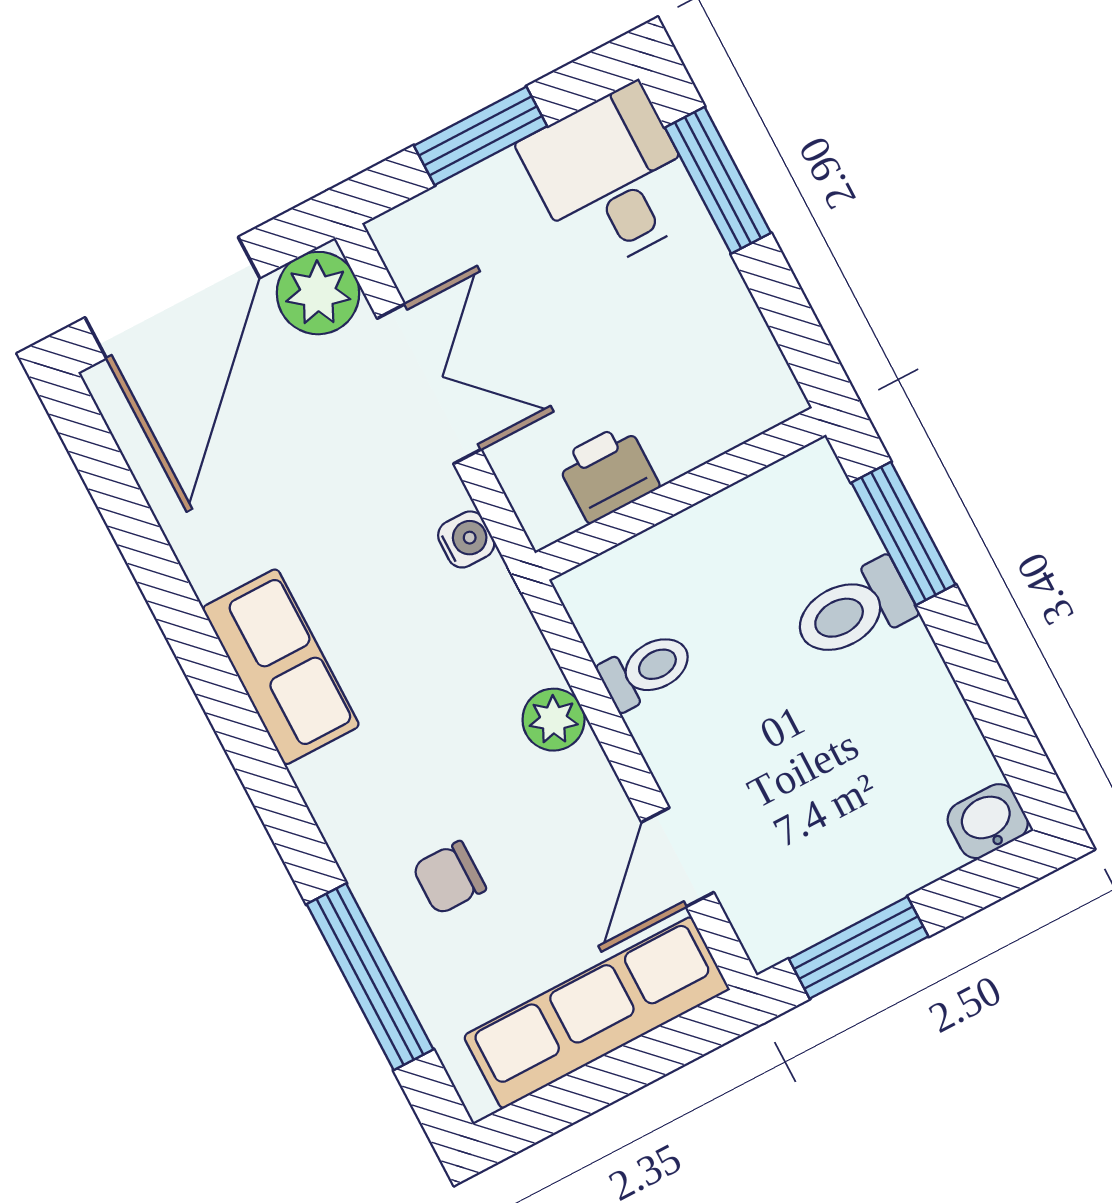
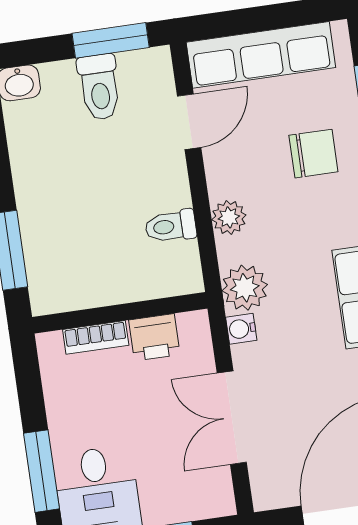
plant: (318, 293) -> (245, 288), moved
bookcase: (706, 438) -> (96, 337), added
toilet: (853, 610) -> (99, 87), moved, turned 90
chair: (449, 878) -> (313, 154), width x1.37, depth x1.37

